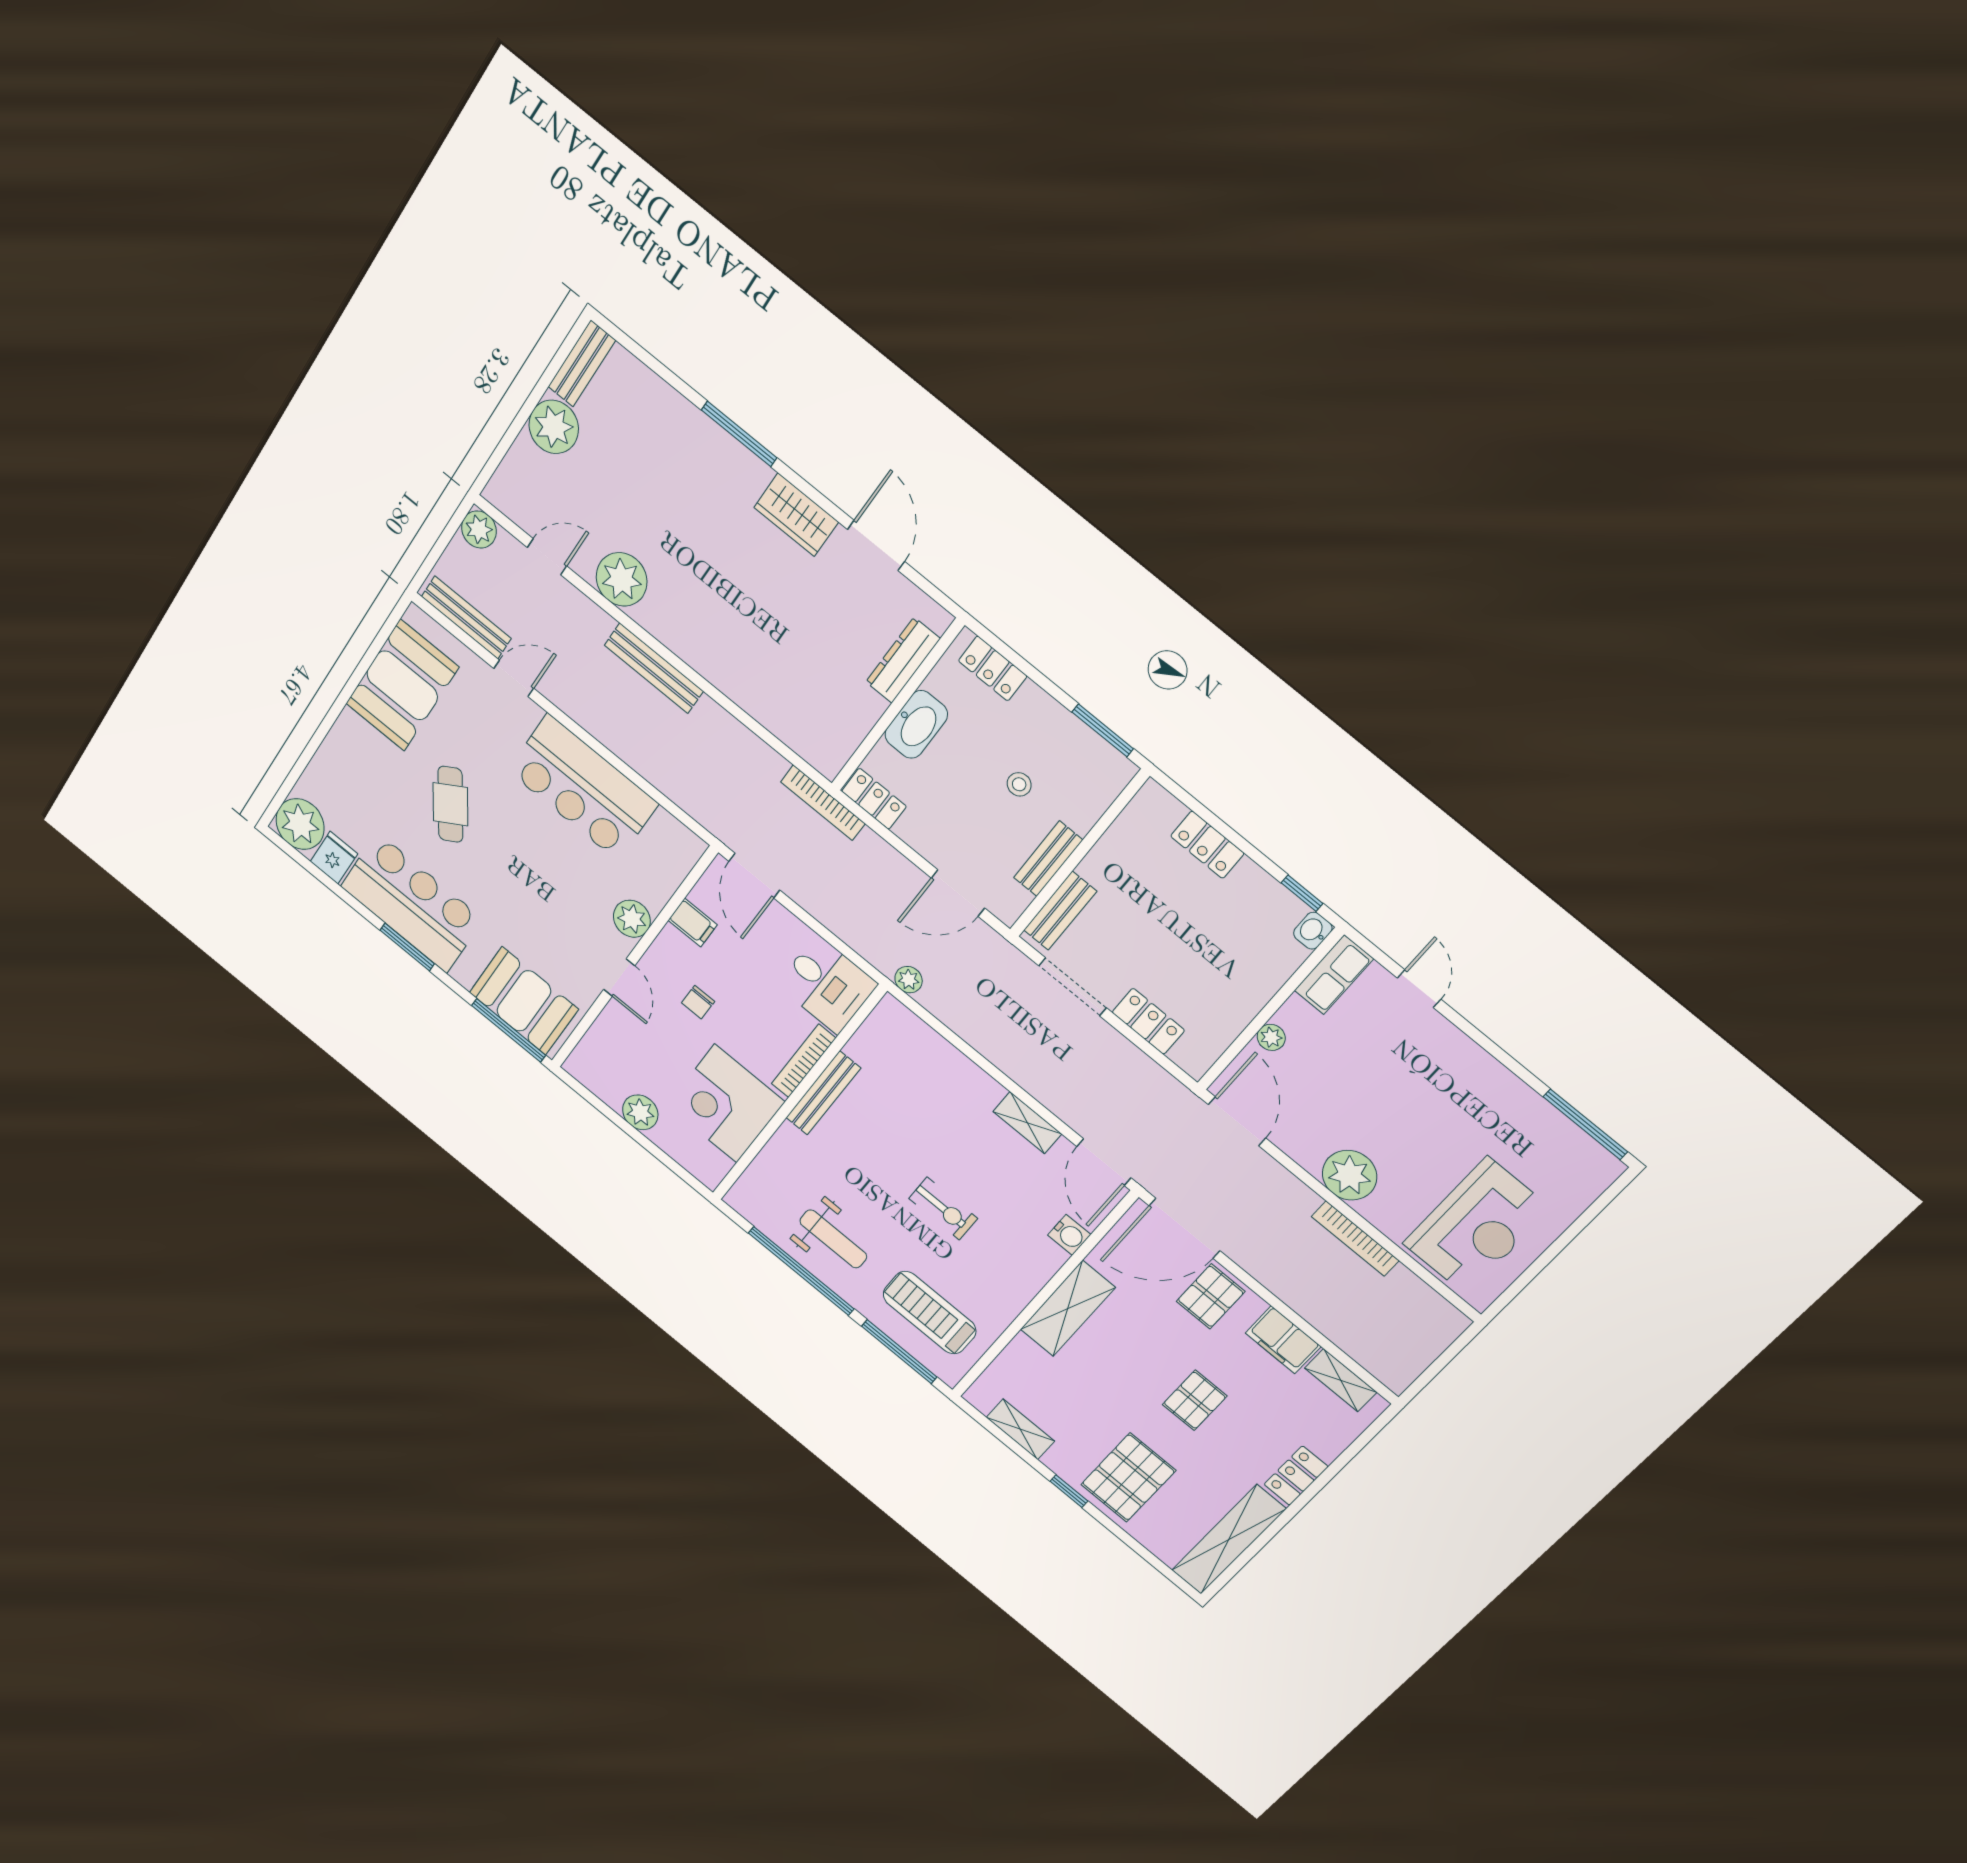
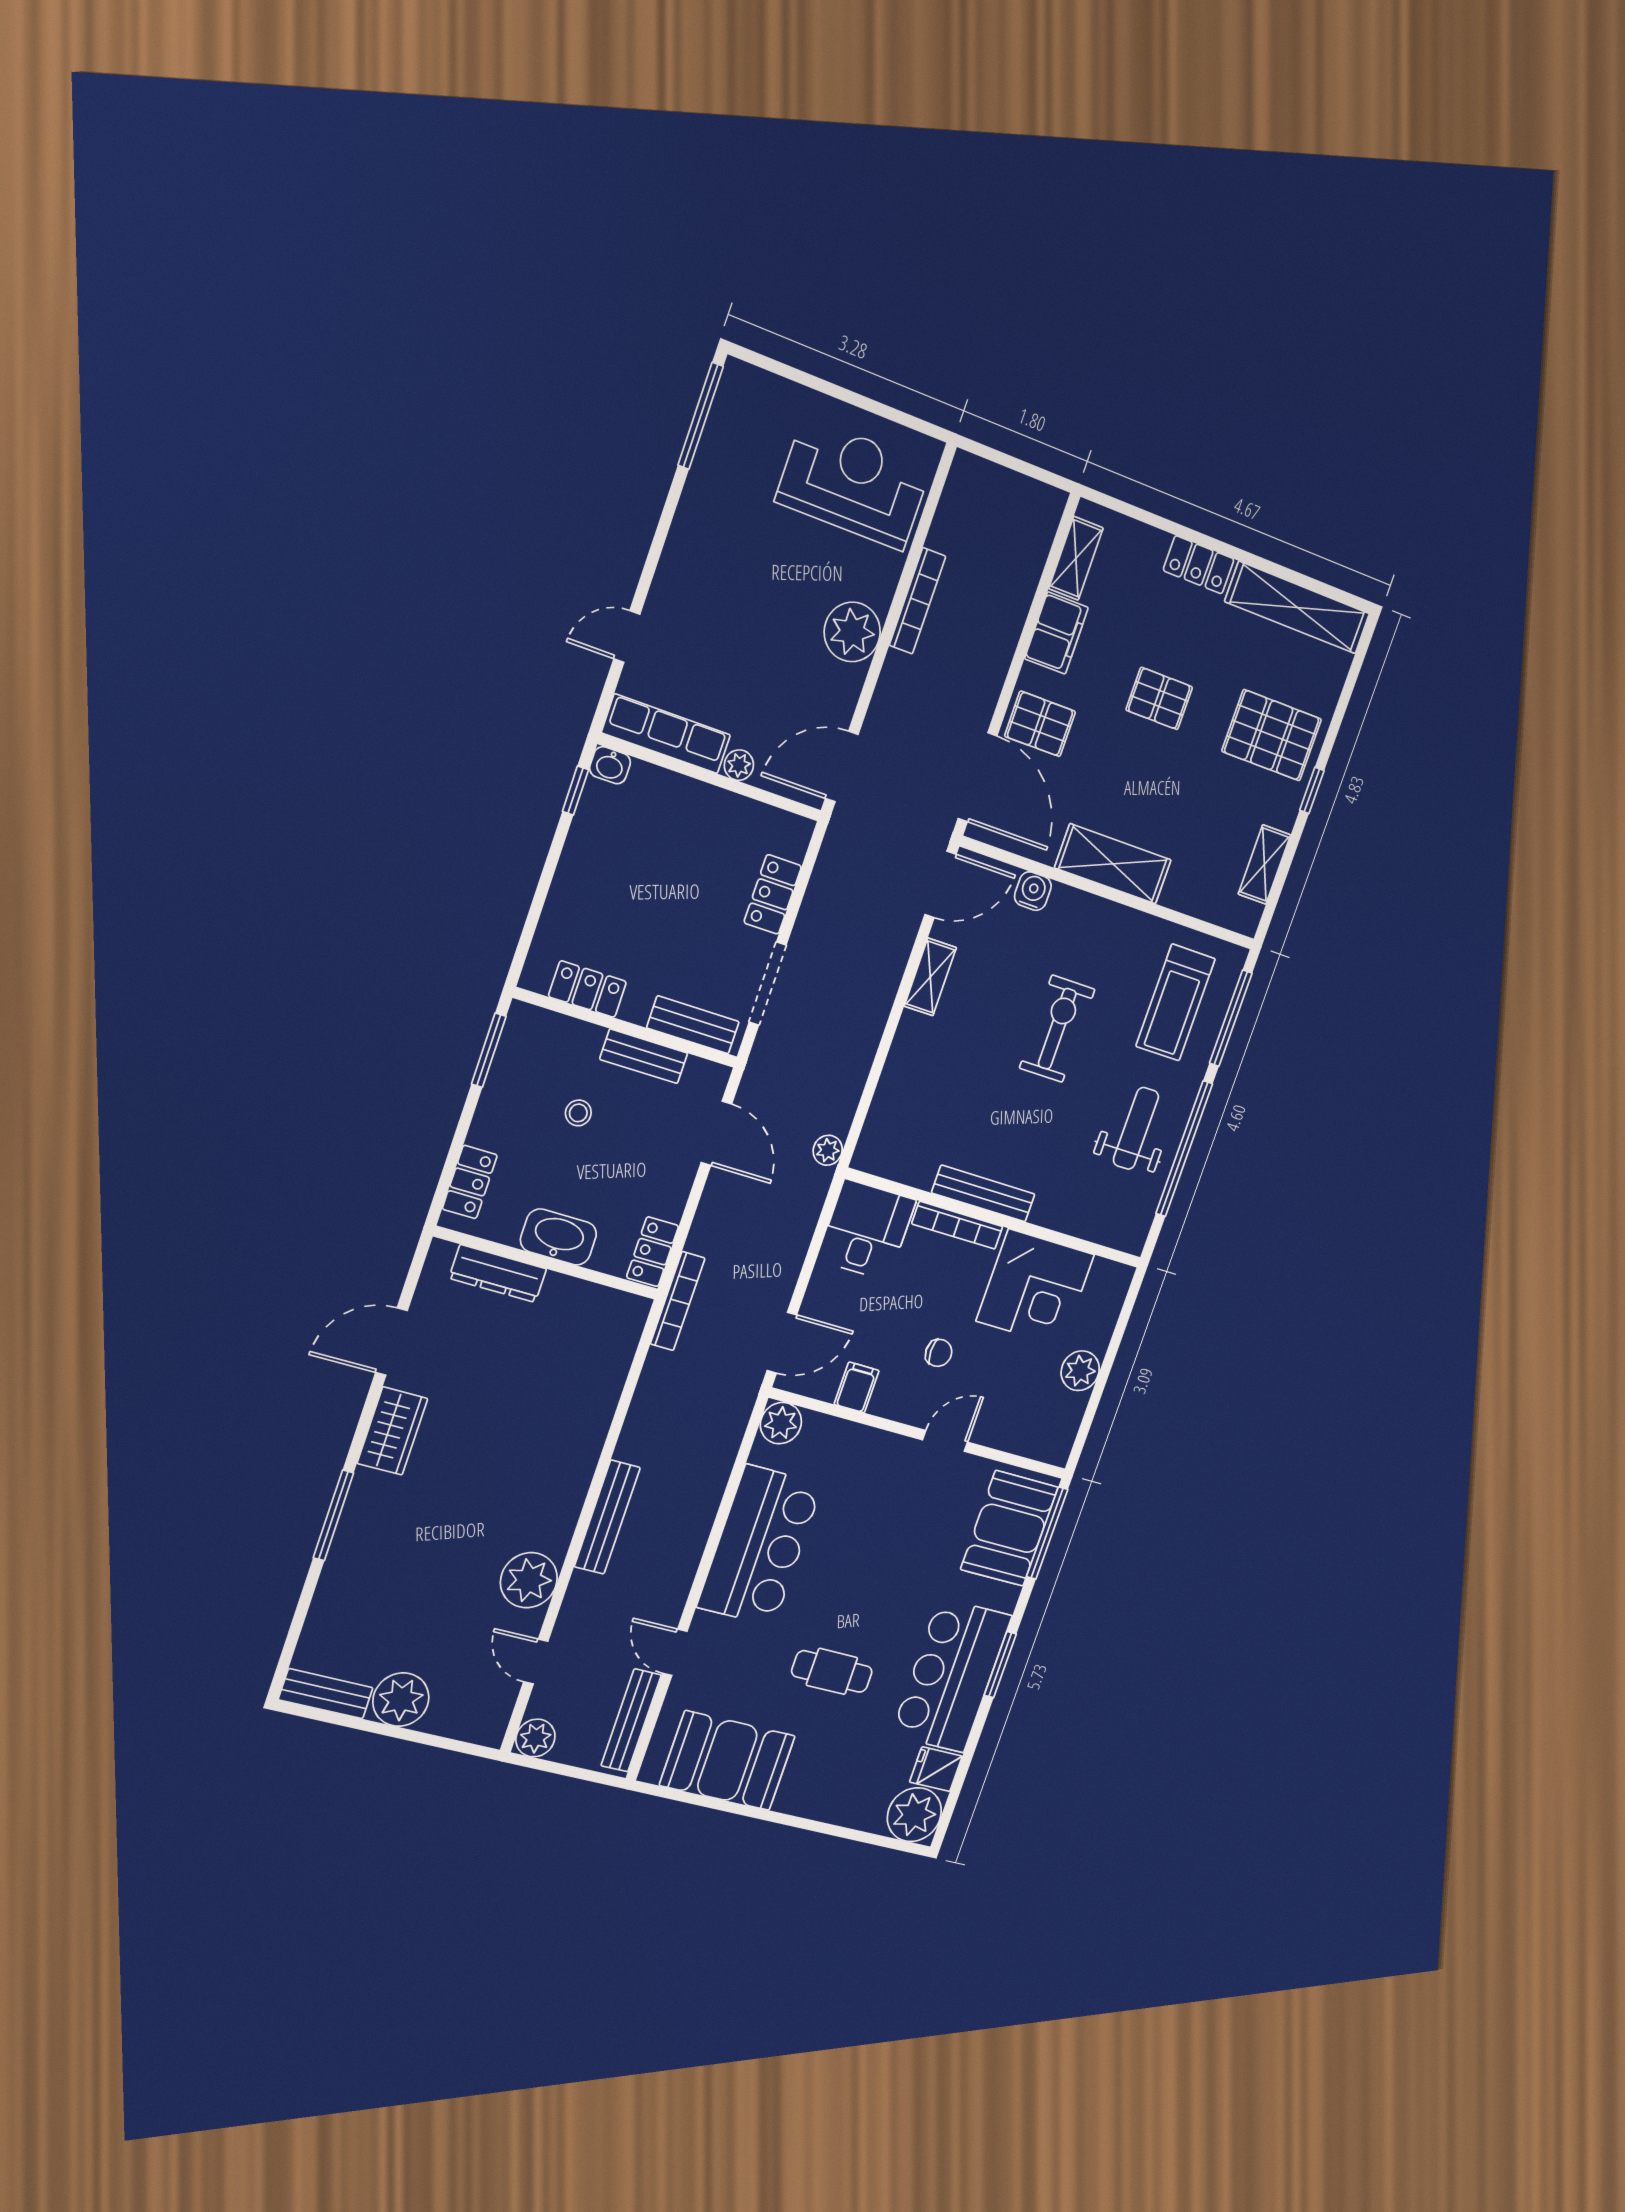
cafe table: (450, 804) -> (832, 1671), turned 33
locker: (1207, 845) -> (587, 989), moved, turned -90
plant: (632, 919) -> (781, 1423), moved
row of seats: (1334, 975) -> (666, 734), width x1.48
exercise bike: (943, 1208) -> (1057, 1029), width x1.38, depth x1.39

